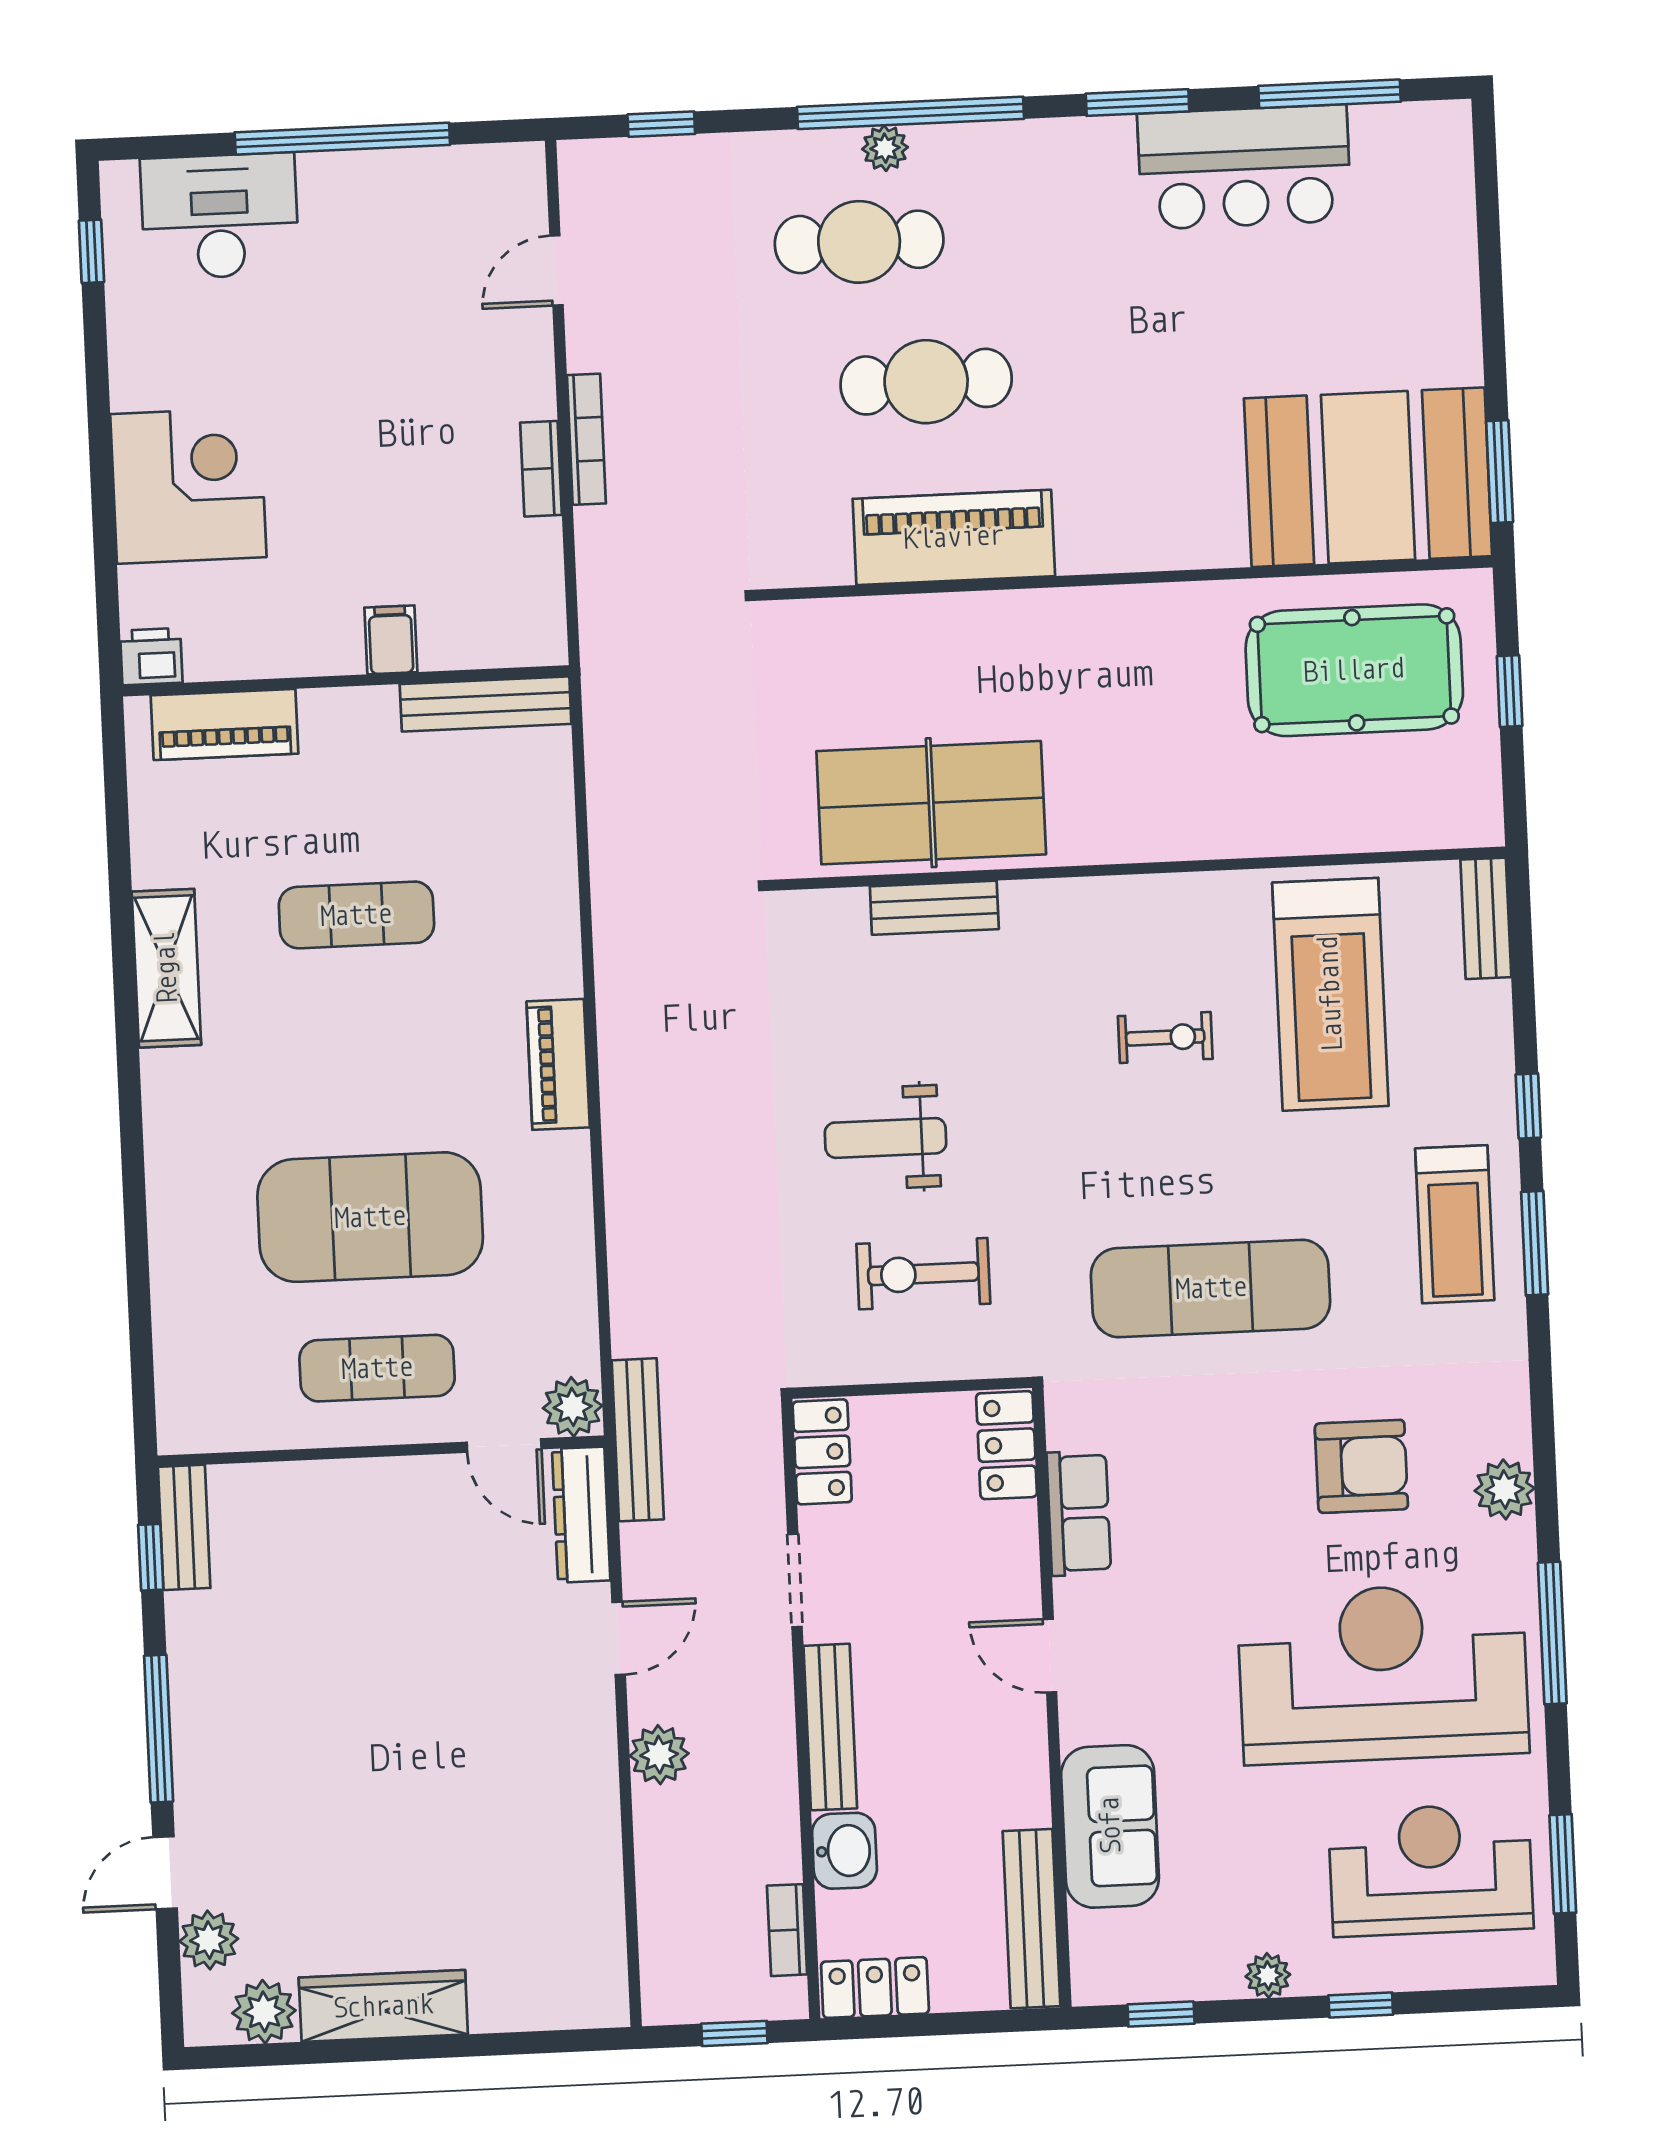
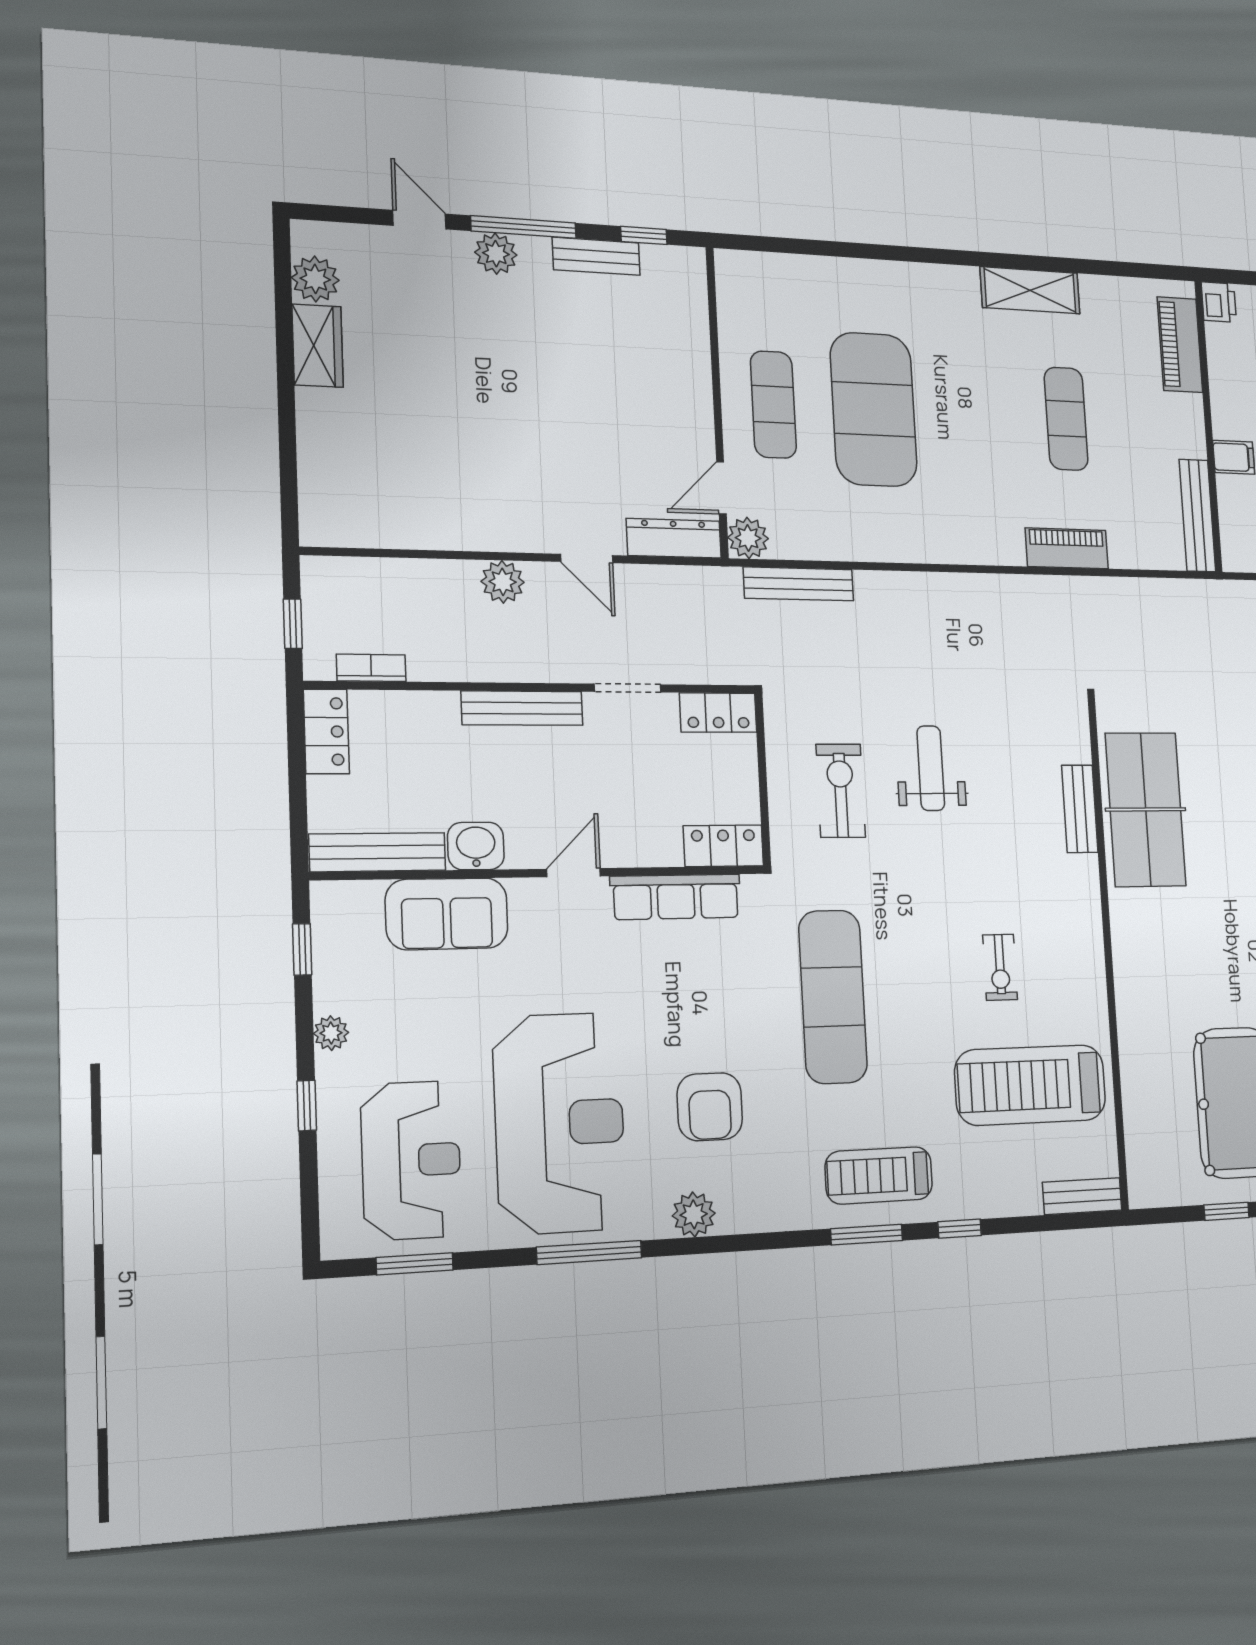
piano: (558, 1064) -> (1067, 548), moved
bench: (638, 1440) -> (799, 584), moved
row of seats: (1079, 1513) -> (676, 897), width x1.48
bench: (184, 1527) -> (596, 256), moved
washbasin: (844, 1851) -> (476, 846), moved, turned 180
plant: (209, 1940) -> (496, 254), moved
wardrobe: (383, 2006) -> (318, 346), width x0.67

